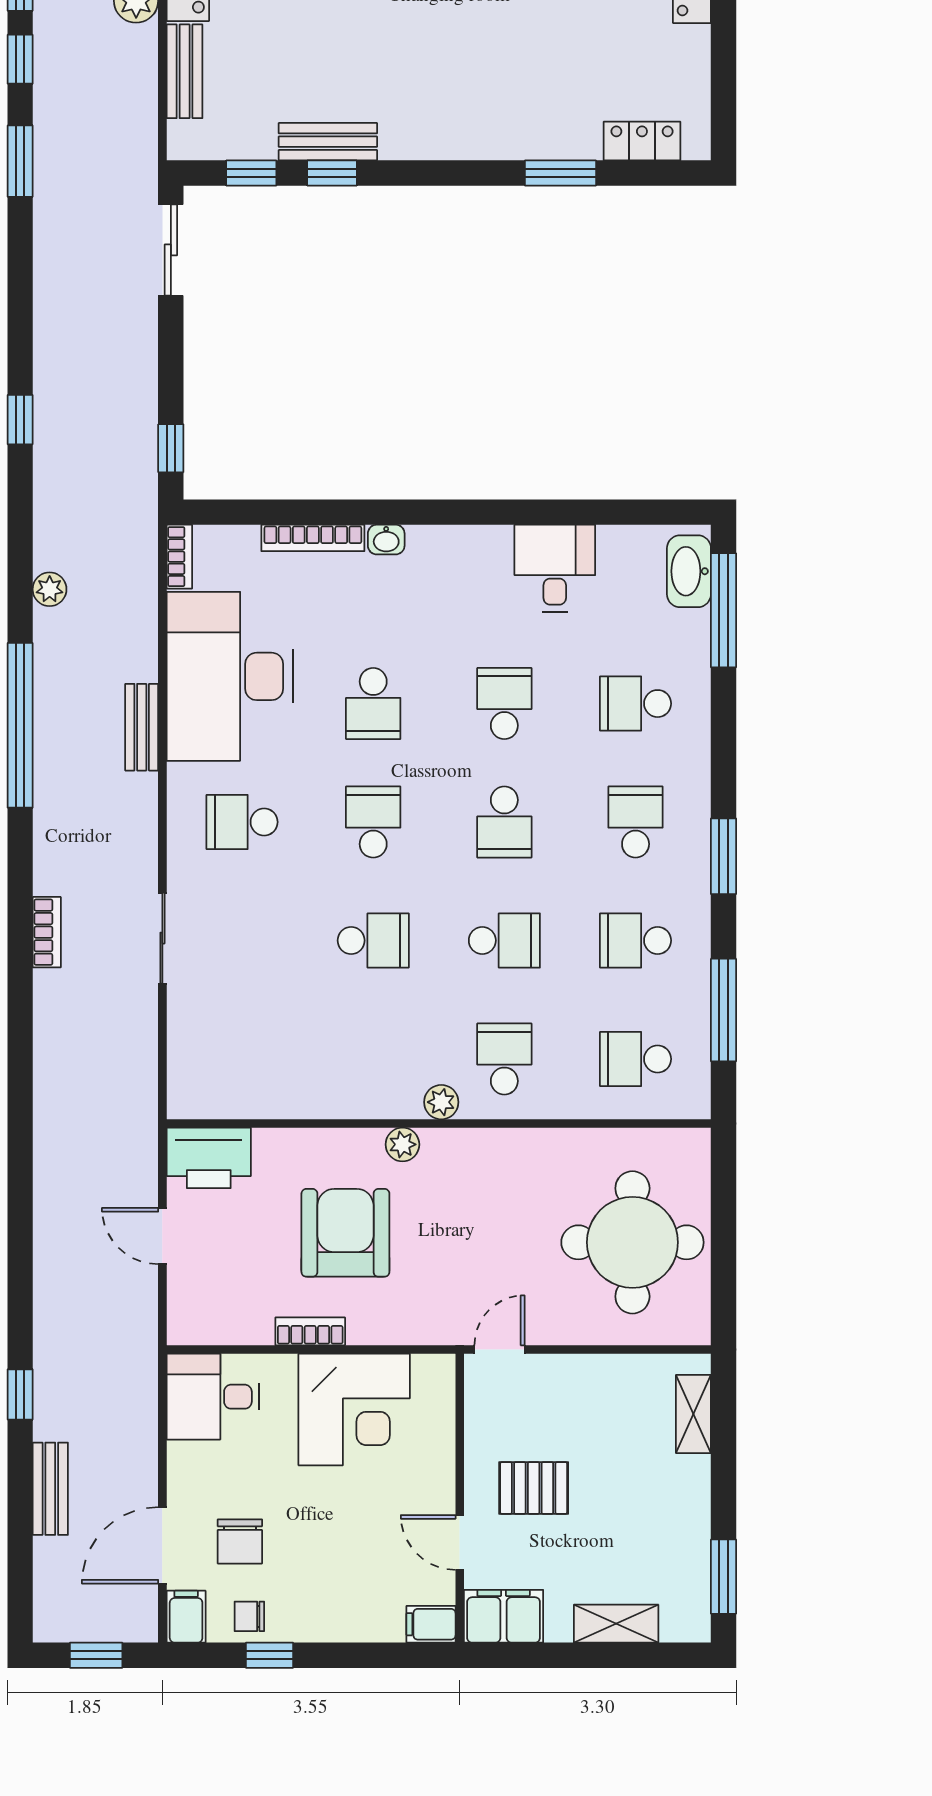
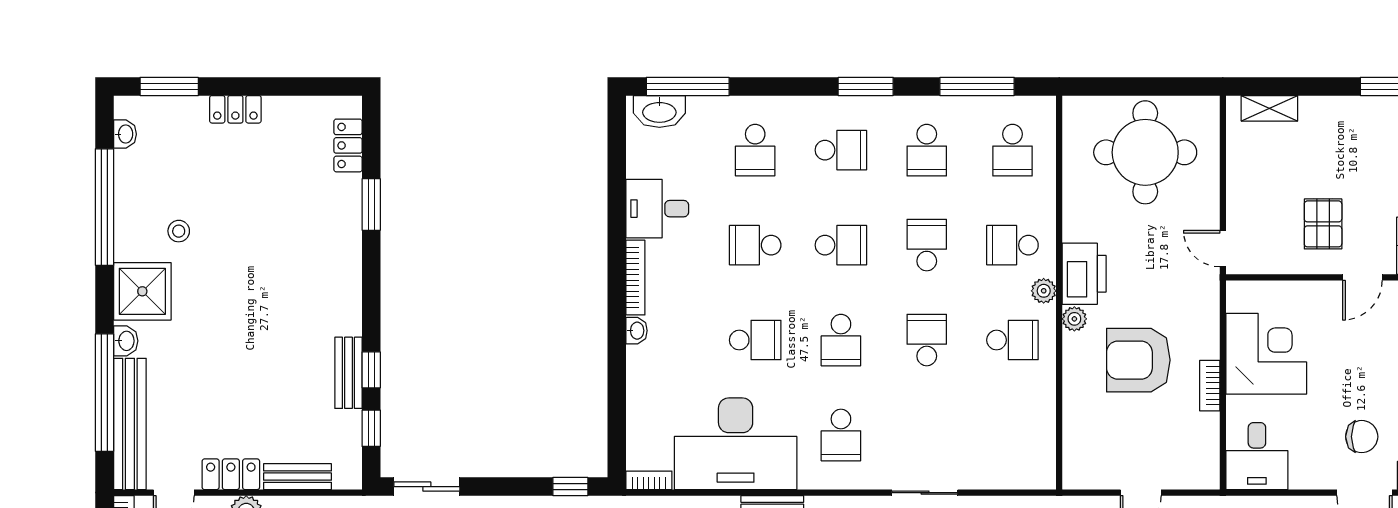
bookcase: (313, 538) -> (635, 278), moved
school desk: (373, 822) -> (841, 340), turned -90
school desk: (636, 822) -> (841, 150), turned 180
school desk: (373, 1059) -> (1012, 340), added
printer: (209, 1158) -> (1084, 274), moved

